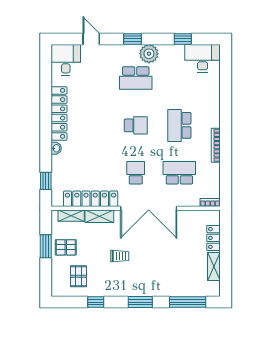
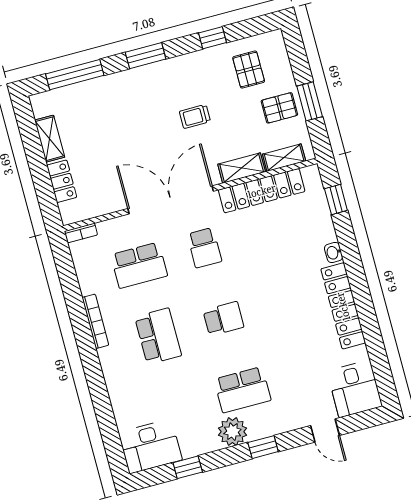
school desk: (136, 78) -> (242, 390), turned 180
school desk: (136, 125) -> (223, 319), turned 180

